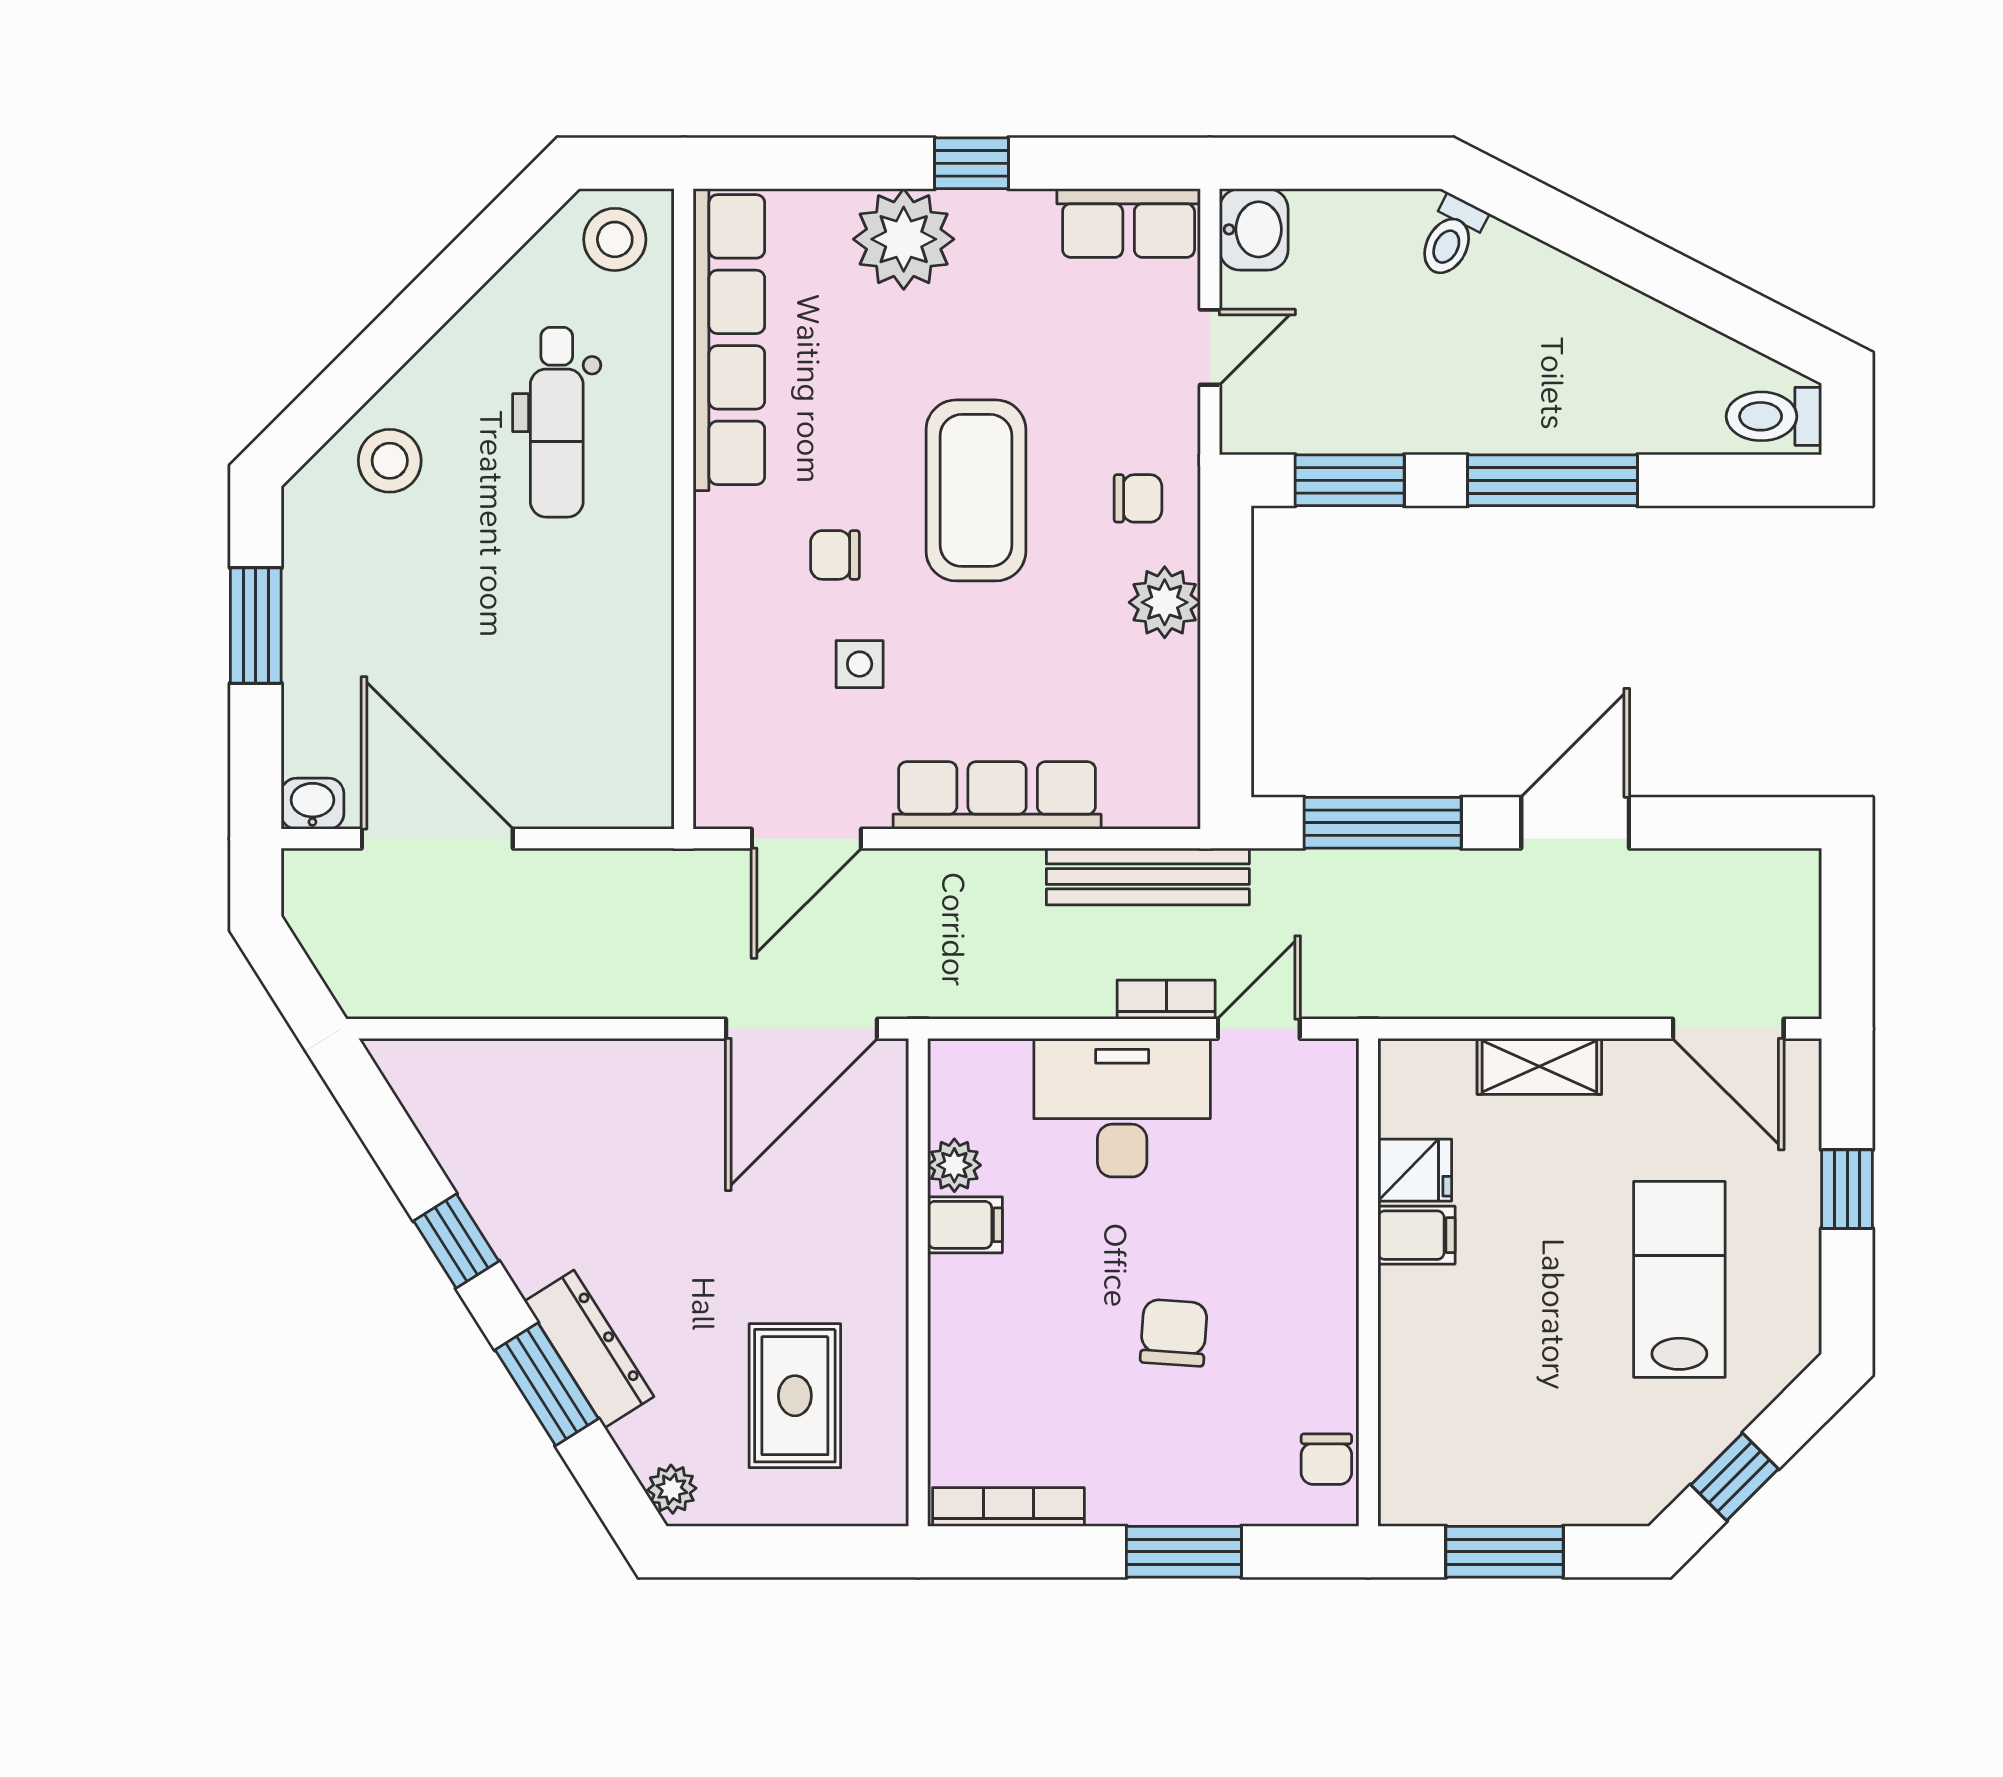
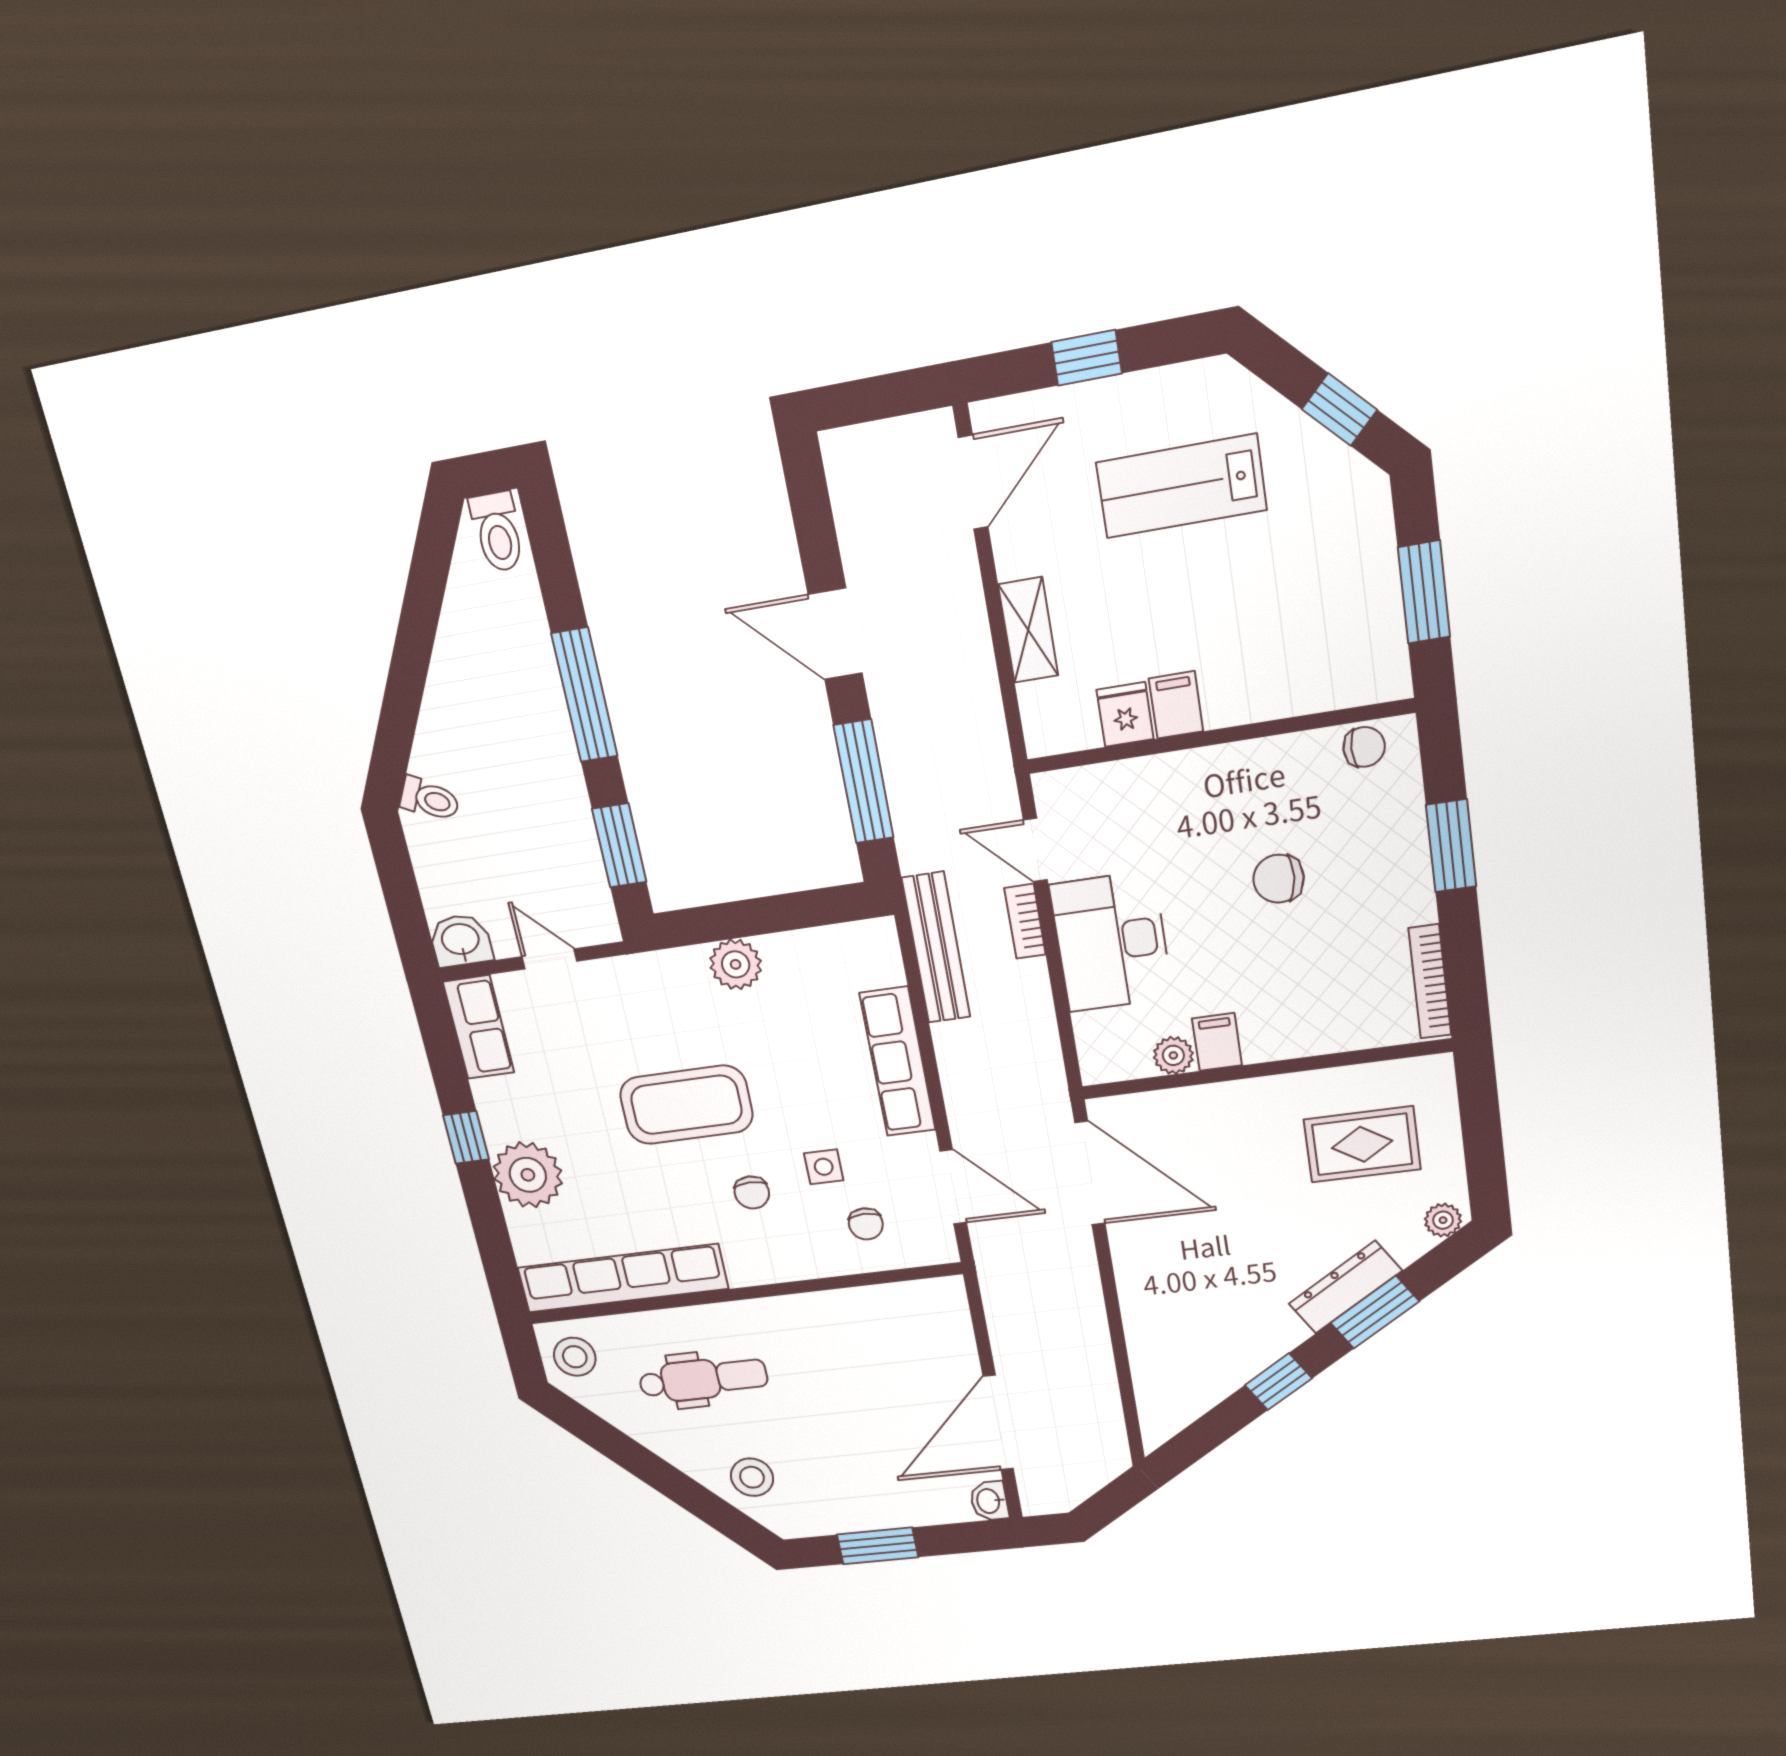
chair: (1138, 498) -> (866, 1224), moved, turned 180

